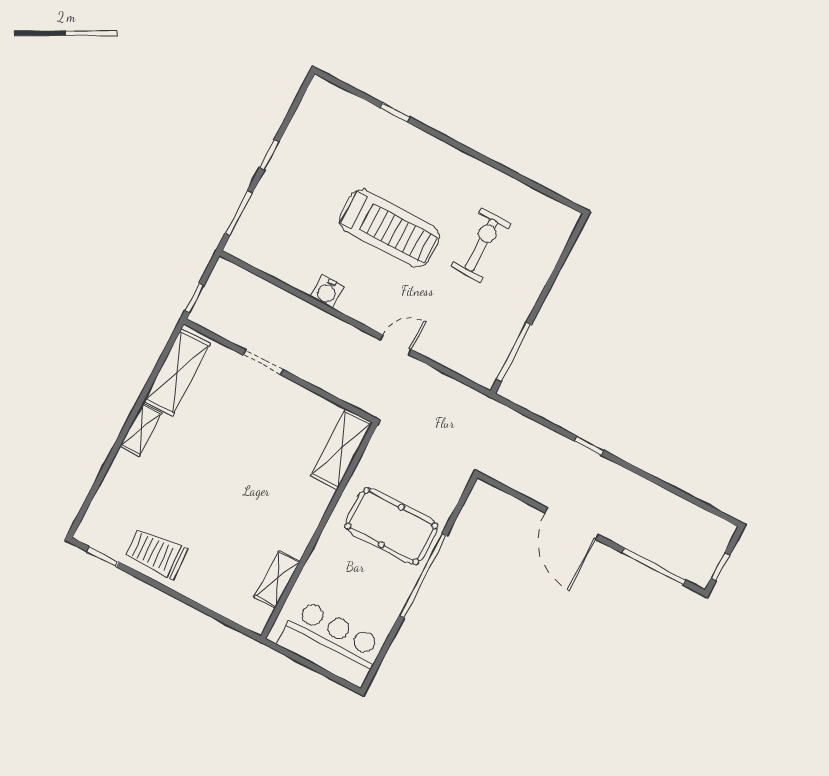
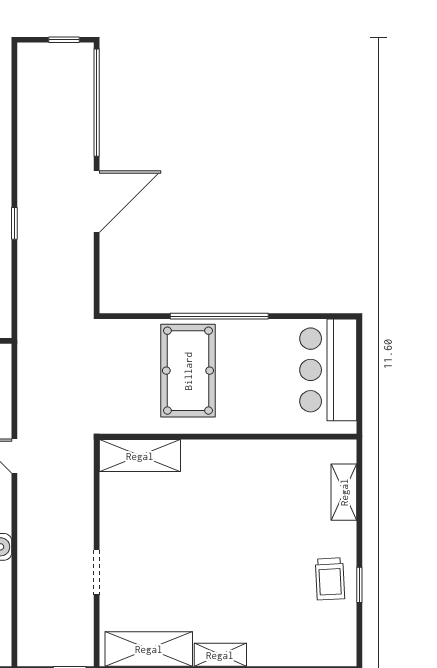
trolley: (156, 554) -> (330, 579), width x0.73, depth x0.72
window: (103, 557) -> (359, 585), moved
window: (654, 567) -> (97, 103), width x1.46
shelving: (277, 579) -> (344, 492), moved, turned 90

